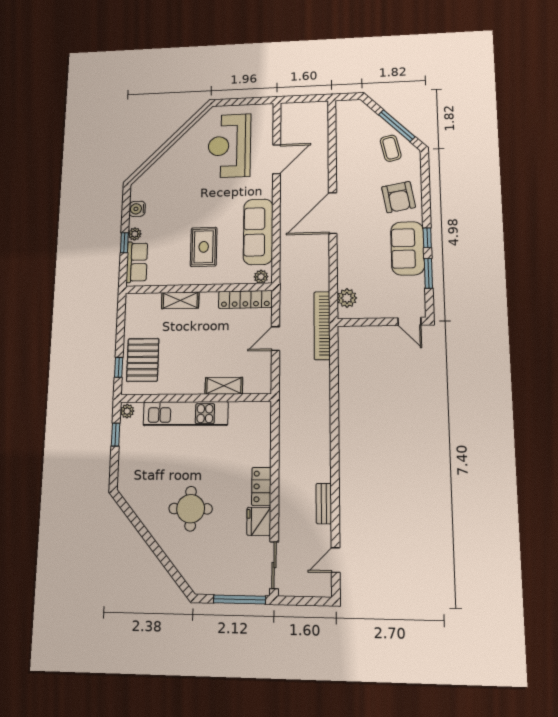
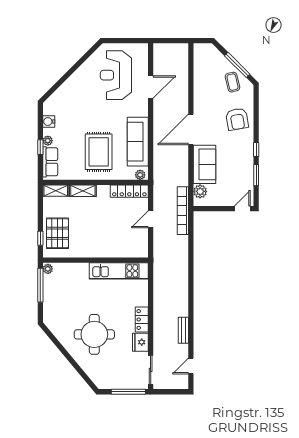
rug: (204, 247) -> (99, 152), width x1.36, depth x1.43
sofa: (408, 248) -> (204, 164), moved, turned 180
door: (409, 321) -> (242, 209), swing flipped
shelving: (224, 386) -> (56, 191), moved
kitchen unit: (186, 414) -> (119, 271), moved
window: (116, 435) -> (40, 285), width x2.17
round table: (191, 509) -> (94, 334), width x1.36, depth x1.36

